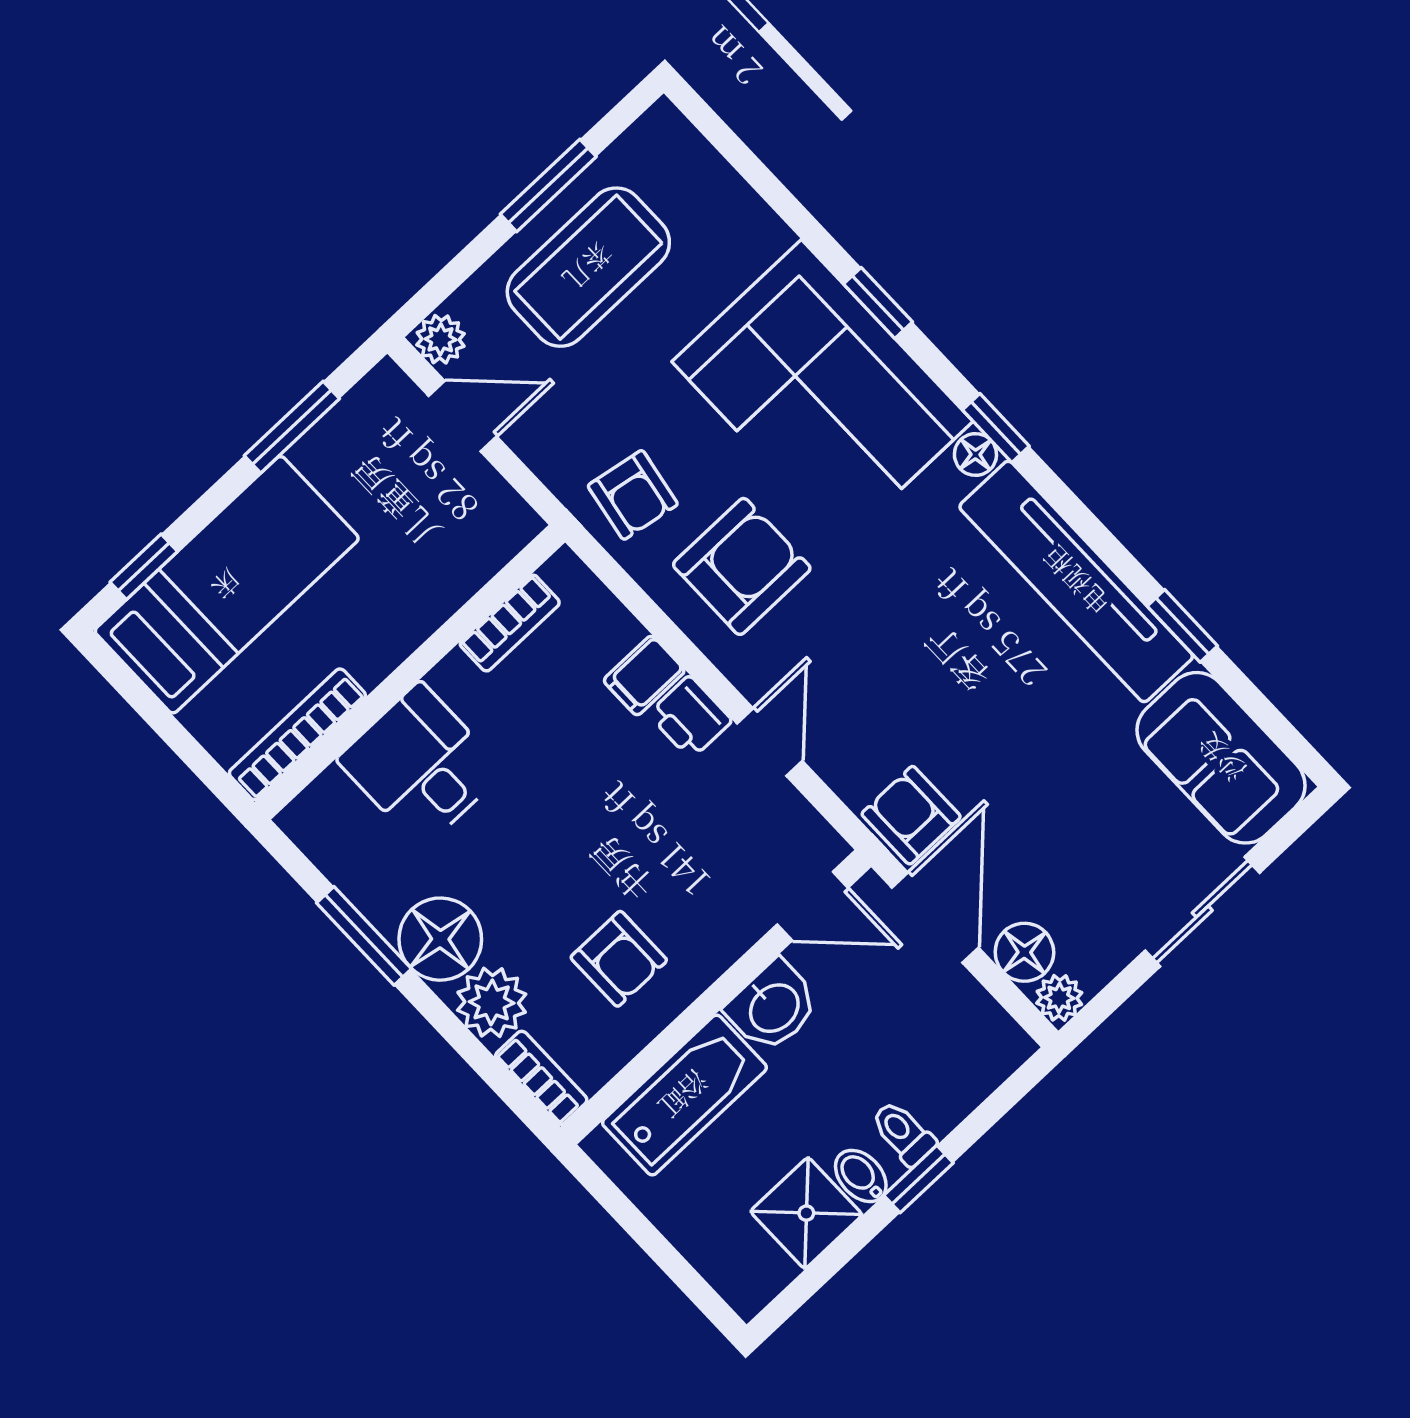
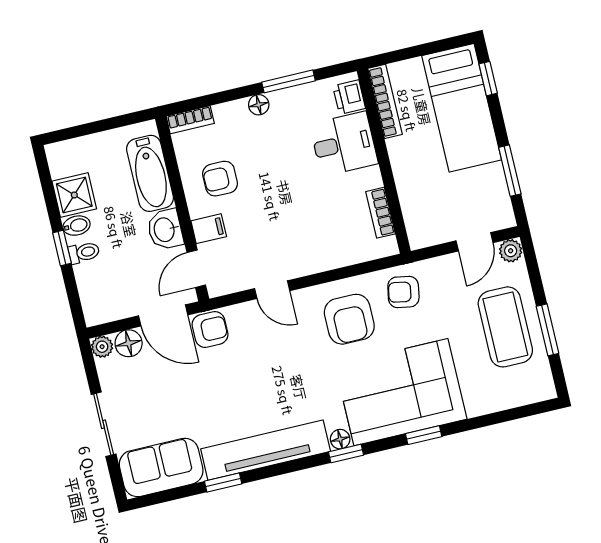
filing cabinet: (644, 676) -> (209, 229), moved, turned 90
printer: (690, 717) -> (349, 97), moved, turned -90
floor lamp: (440, 939) -> (259, 105), width x0.53, depth x0.53
plant: (492, 1002) -> (232, 117), removed

